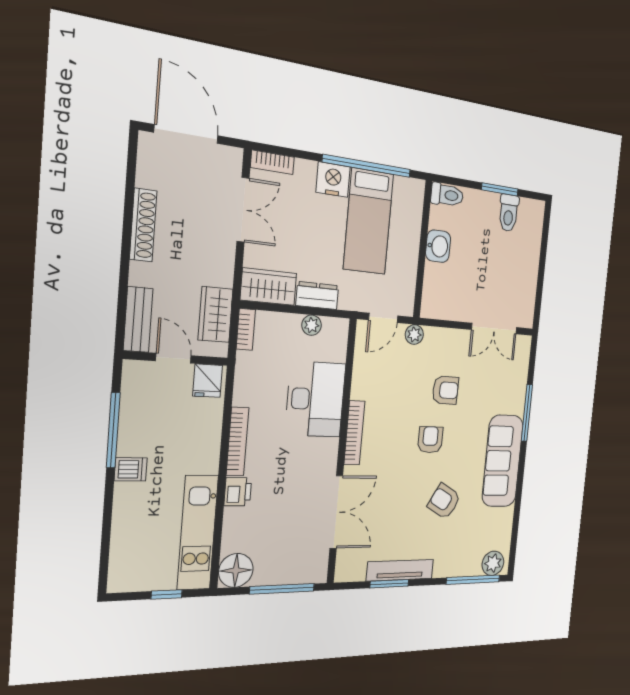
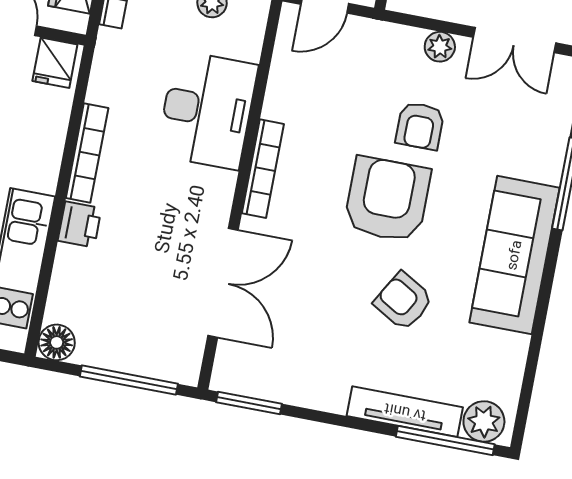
plant: (414, 335) -> (440, 47), moved
armchair: (445, 390) -> (420, 126), turned 89
armchair: (430, 440) -> (387, 199), width x1.88, depth x1.88
floor lamp: (236, 570) -> (57, 342), width x0.73, depth x0.73
tv unit: (400, 570) -> (405, 412), moved
window: (389, 584) -> (249, 403), moved

